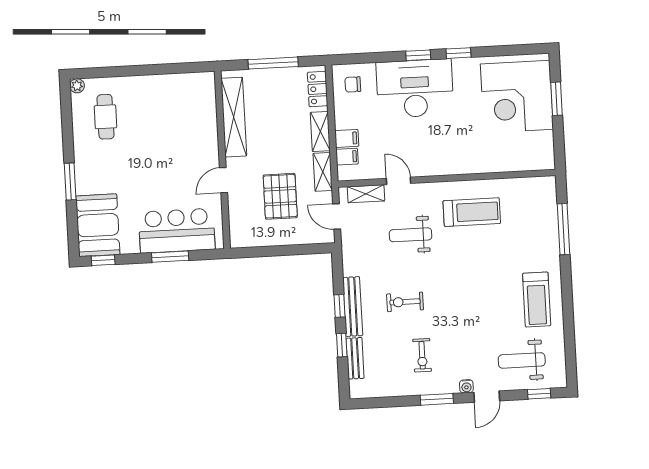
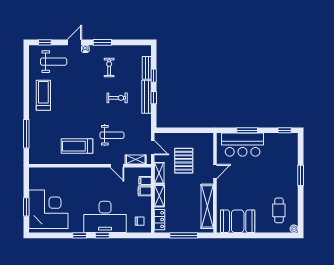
booth: (98, 225) -> (238, 221), moved, turned 90

